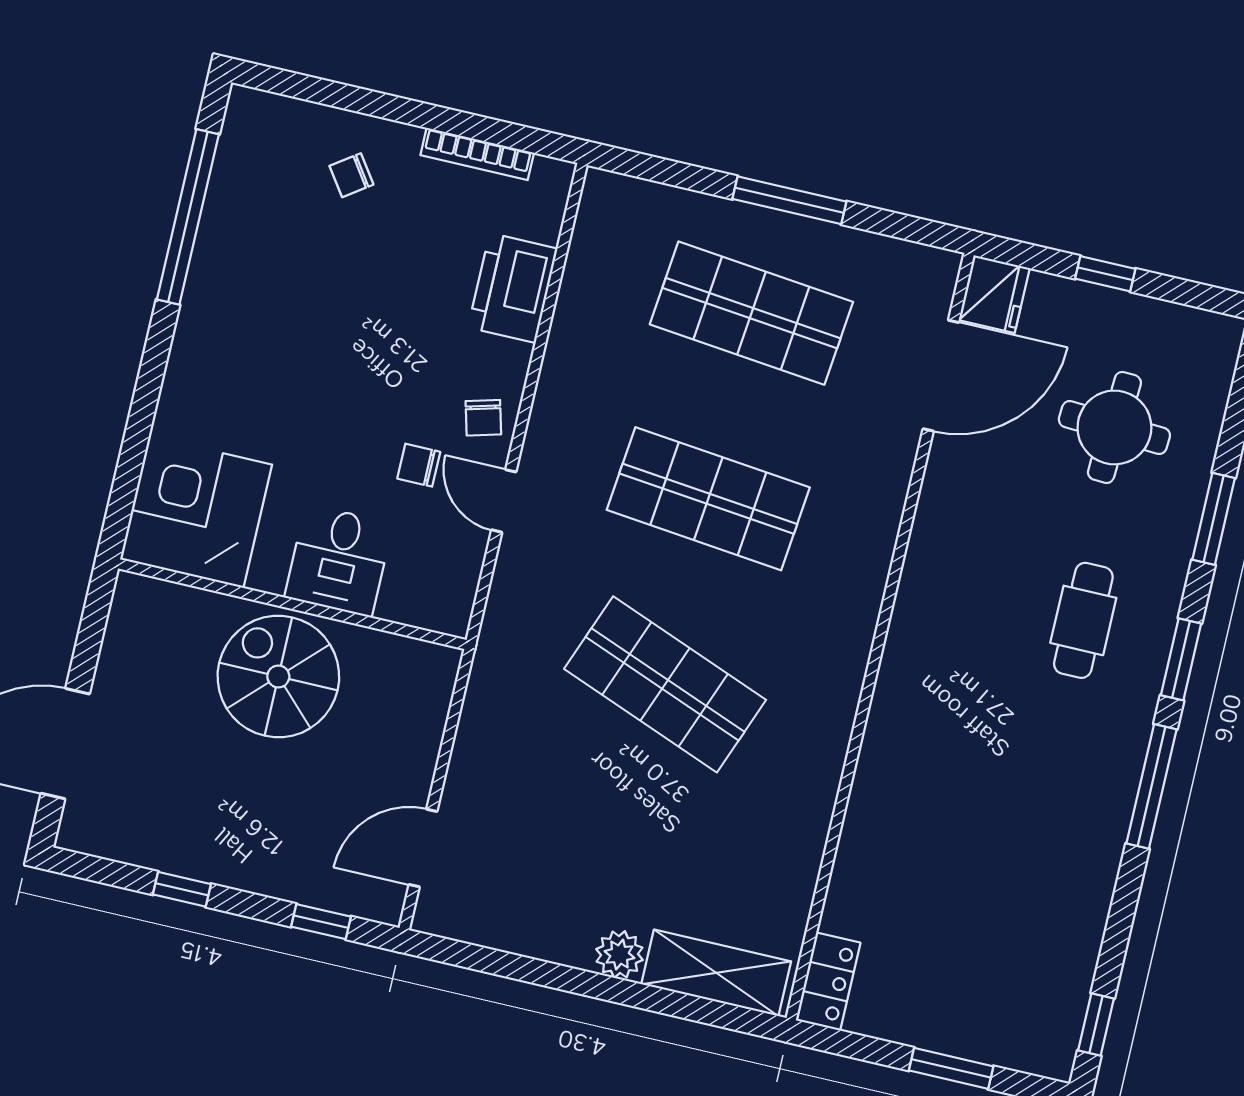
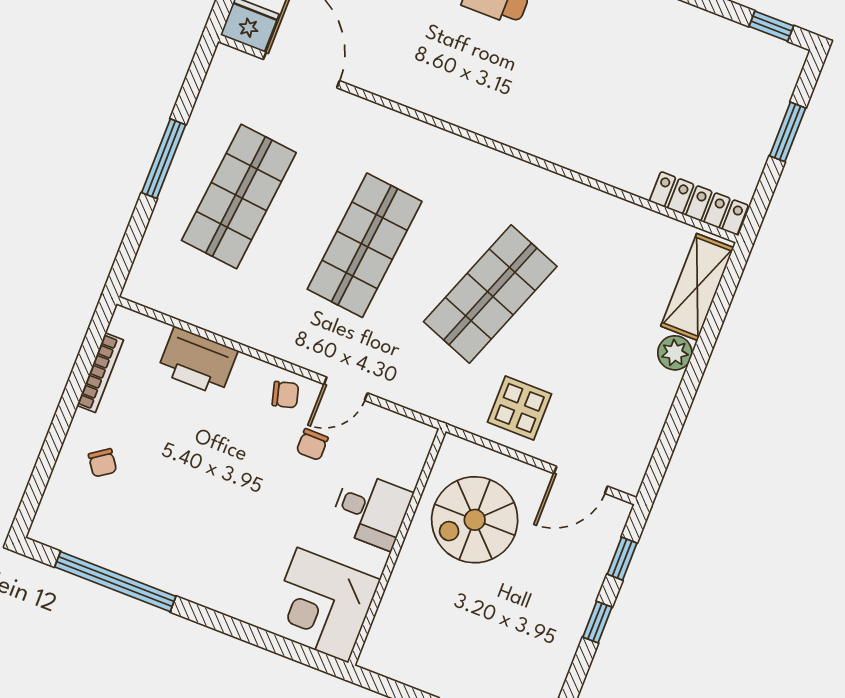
spiral stairs: (278, 676) -> (475, 520), moved
display table: (511, 748) -> (520, 408), added
door: (423, 848) -> (581, 480), hinge flipped
window: (182, 889) -> (597, 622), moved
locker: (828, 981) -> (699, 203), width x1.53

